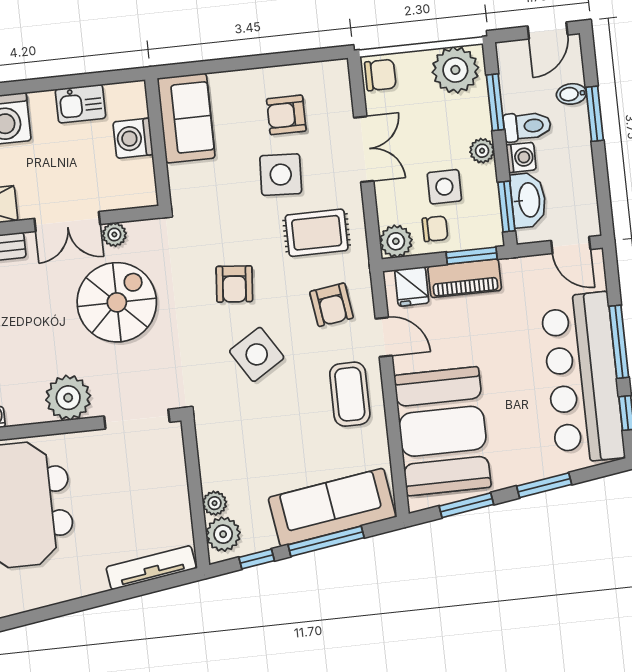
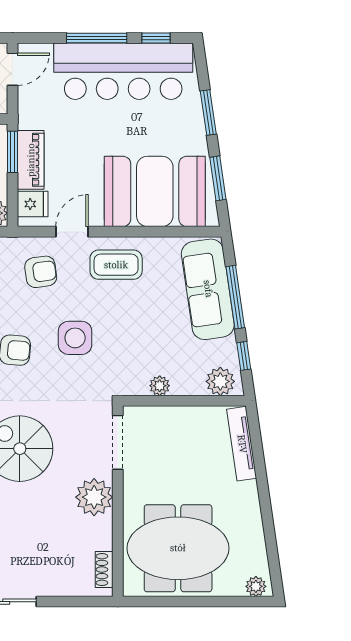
side table: (257, 354) -> (75, 338), turned 32
plant: (215, 503) -> (160, 386), moved

